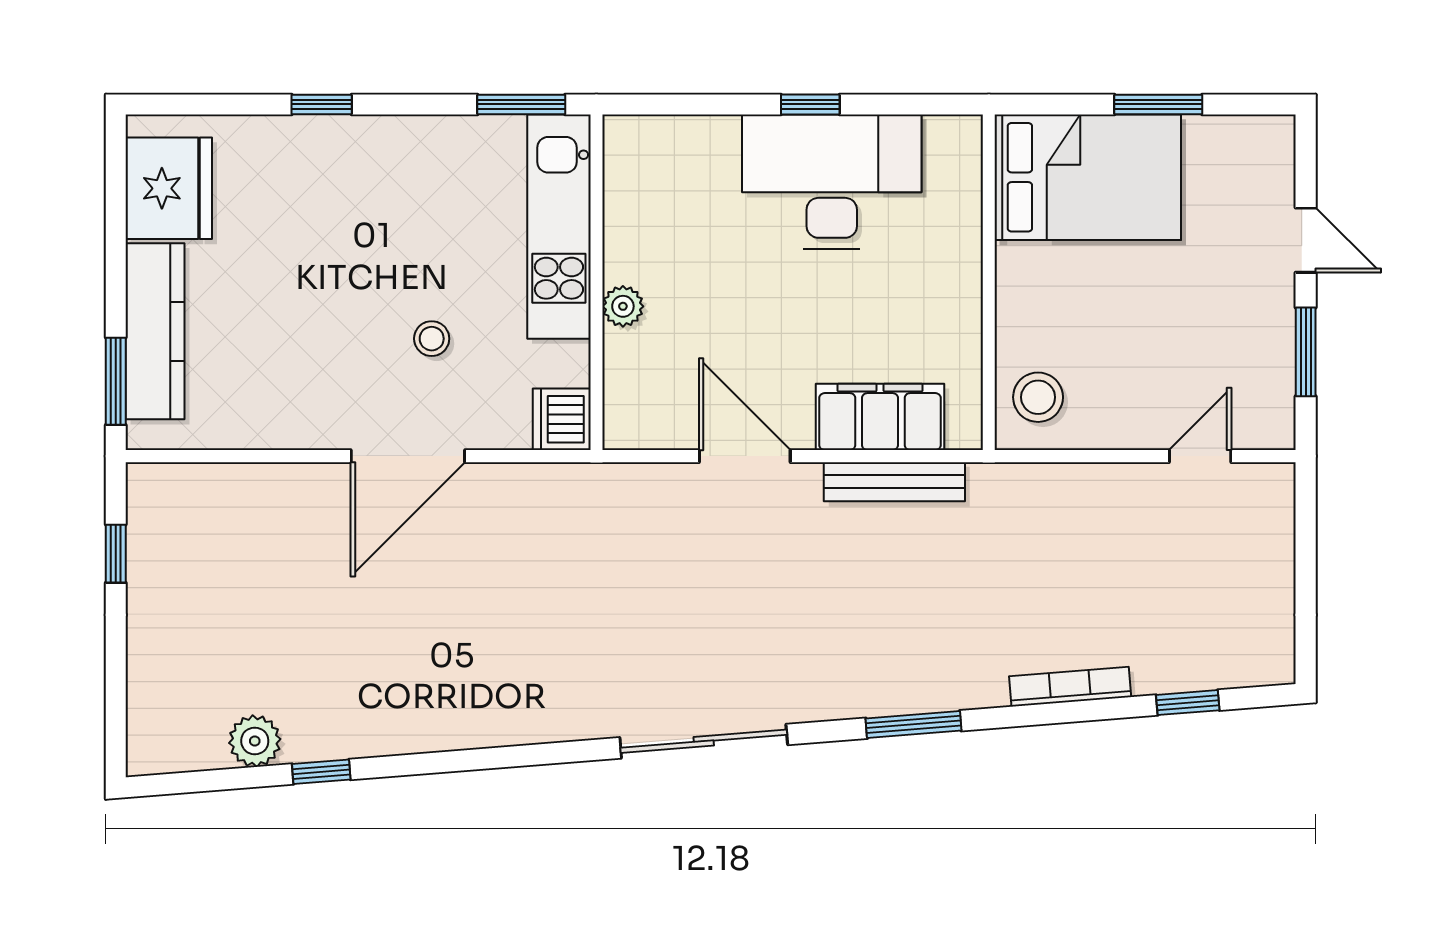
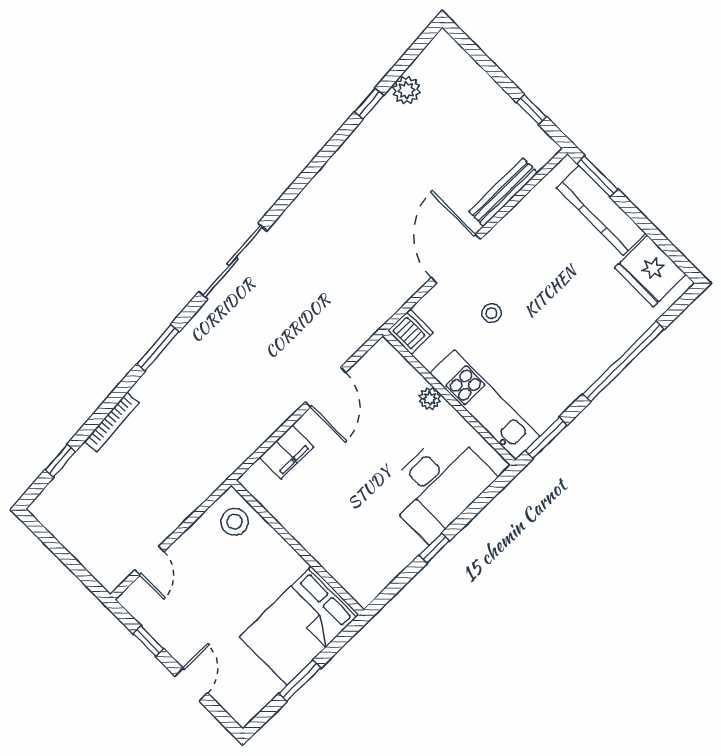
window: (322, 104) -> (623, 362), width x3.17
desk: (832, 182) -> (438, 485), moved
door: (1306, 240) -> (191, 684), swing flipped
window: (1306, 352) -> (148, 641), width x0.67
filing cabinet: (880, 417) -> (286, 452), width x0.67, depth x0.86
door: (745, 456) -> (326, 387), hinge flipped
bench: (894, 482) -> (503, 192), moved

